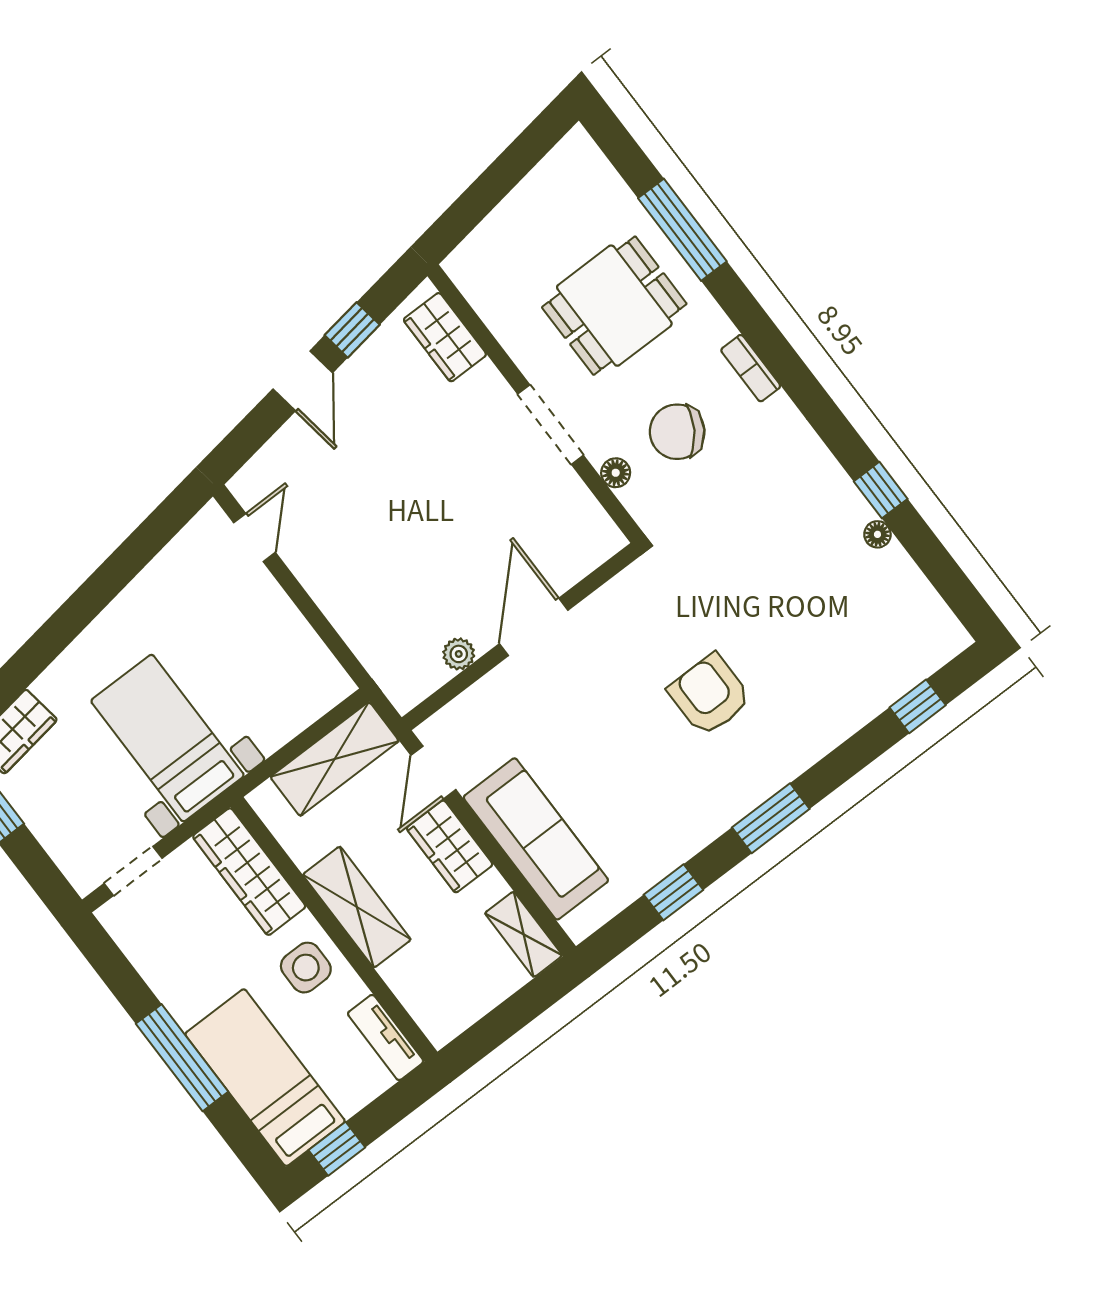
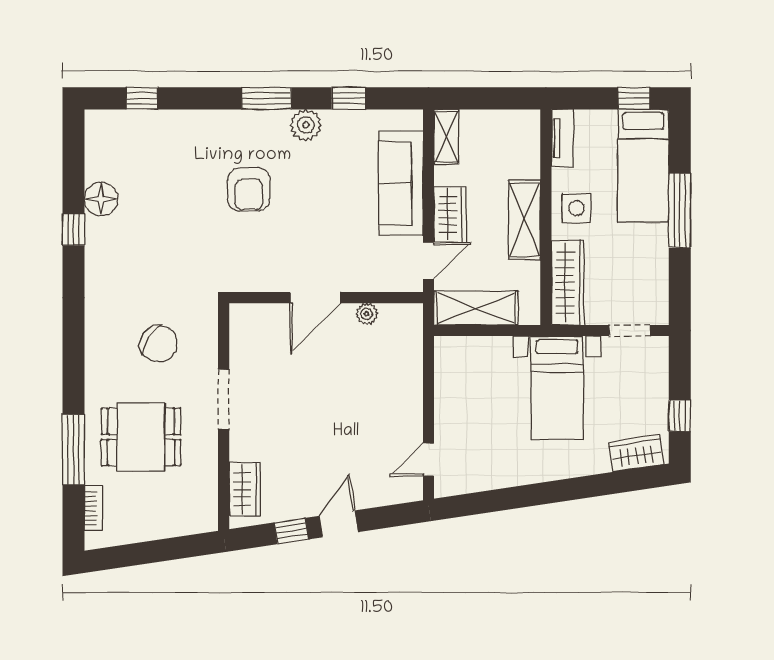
bookcase: (751, 368) -> (93, 508), moved
floor lamp: (616, 473) -> (208, 347), removed
floor lamp: (877, 534) -> (101, 199), width x1.89, depth x1.89
plant: (700, 822) -> (306, 125), added

